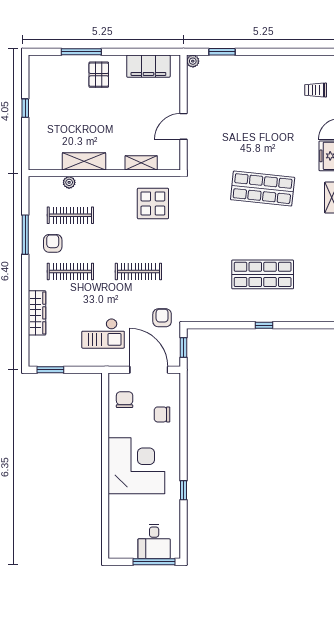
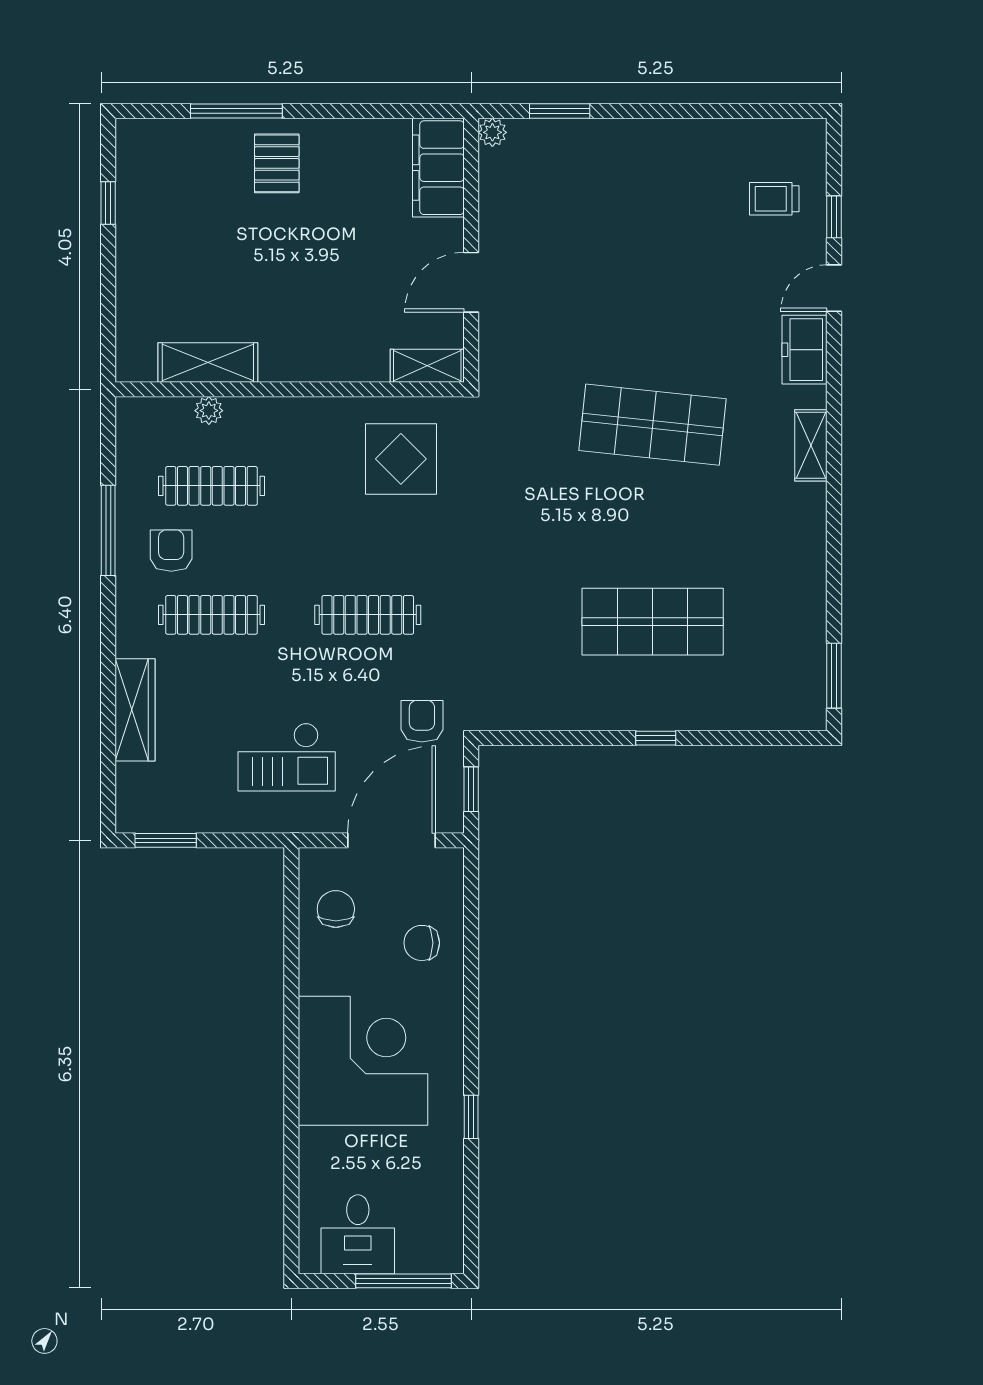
filing cabinet: (148, 66) -> (438, 168), moved, turned 90
window: (25, 108) -> (108, 203), moved
shelving: (84, 161) -> (208, 362), moved
shelving: (141, 163) -> (427, 366), moved
door: (149, 370) -> (392, 840), hinge flipped
desk: (154, 541) -> (358, 1234), moved

